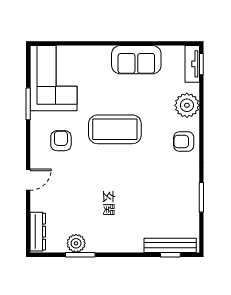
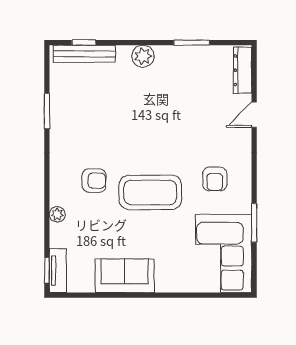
plant: (187, 105) -> (57, 214), width x0.53, depth x0.53
armchair: (184, 141) -> (94, 181), moved
door: (28, 180) -> (254, 115), moved
plant: (76, 243) -> (143, 56), moved

